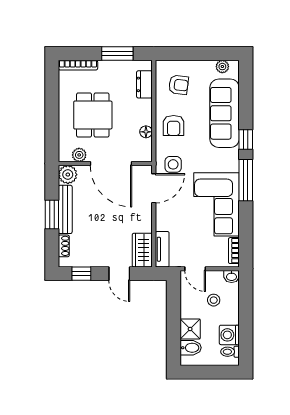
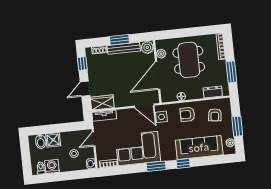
window: (199, 53) -> (237, 126), added
dining table: (93, 115) -> (189, 60), width x1.38
window: (246, 180) -> (156, 166), width x0.69

